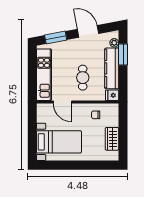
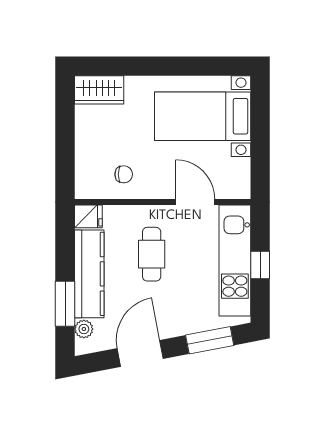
door: (88, 31) -> (140, 353), swing flipped
window: (32, 73) -> (260, 265), added
wardrobe: (112, 139) -> (99, 90), moved, turned 90

